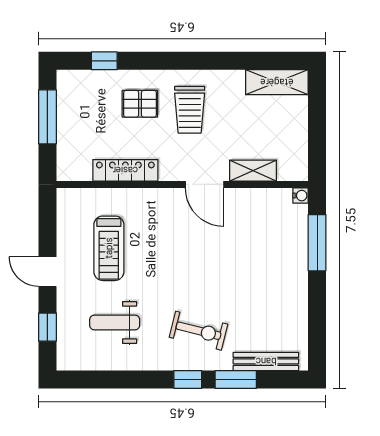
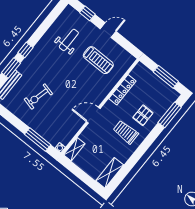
window: (104, 61) -> (170, 115), width x2.17
shelving: (253, 171) -> (74, 149), moved
treadmill: (109, 248) -> (98, 60), turned 180
exercise bike: (199, 331) -> (38, 97), moved

